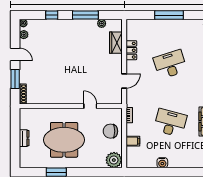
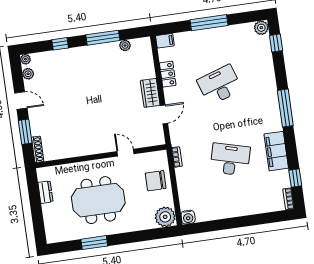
wardrobe: (116, 43) -> (150, 93), moved
dresser: (24, 138) -> (45, 192), moved
filing cabinet: (133, 141) -> (165, 41), moved
water cooler: (162, 163) -> (188, 217), moved

